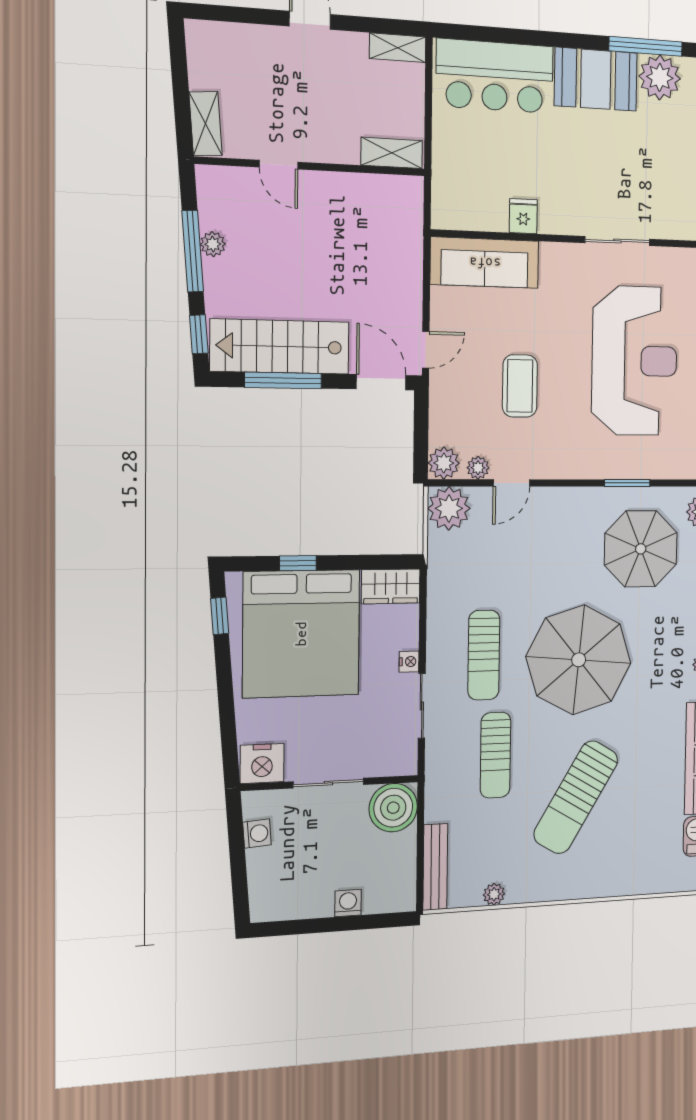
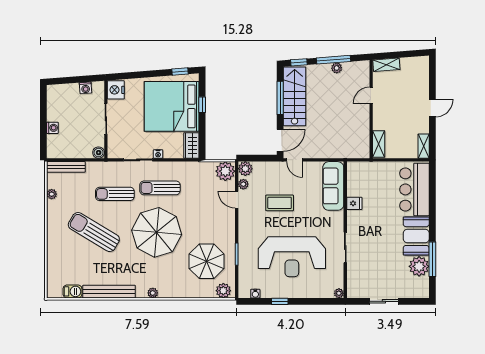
boiler: (393, 808) -> (99, 153), width x0.54, depth x0.54

